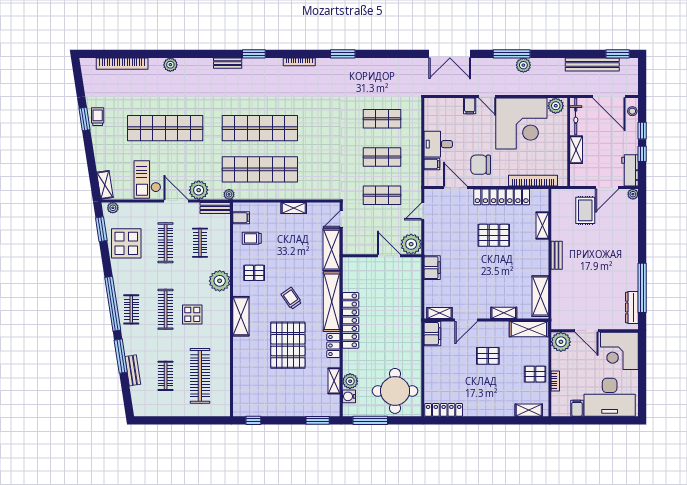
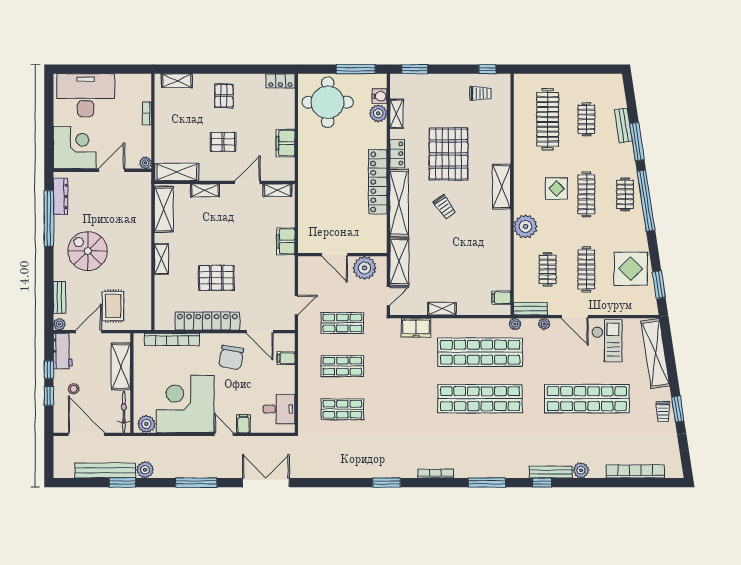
window: (205, 54) -> (542, 483), added
window: (254, 54) -> (487, 483), width x1.44
window: (618, 54) -> (122, 483), moved
bench: (228, 63) -> (551, 472), moved, width x1.36
plant: (523, 65) -> (145, 470), moved
stool: (632, 111) -> (74, 389), moved
desk: (438, 144) -> (279, 409), moved
shelving: (576, 150) -> (121, 366), width x1.50, depth x1.33
chair: (481, 165) -> (231, 357), turned 100
shelving: (105, 185) -> (655, 353), width x2.20, depth x1.33
plant: (199, 190) -> (544, 324), width x0.53, depth x0.53
freezer: (317, 191) -> (416, 328), added
plant: (113, 208) -> (646, 309), removed
shelving: (542, 226) -> (161, 259), moved
trolley: (252, 238) -> (480, 93), moved
plant: (411, 244) -> (365, 268), moved
bench: (557, 255) -> (59, 297), moved
spiral stairs: (608, 259) -> (88, 251), added
pallet: (254, 273) -> (487, 235), removed
door: (587, 331) -> (112, 170), hinge flipped
filing cabinet: (432, 334) -> (286, 143), moved
plant: (561, 342) -> (146, 163), width x0.53, depth x0.53
pallet: (535, 374) -> (224, 96), moved, turned 90
filing cabinet: (577, 408) -> (122, 83), removed
locker: (444, 410) -> (280, 81), width x0.66

